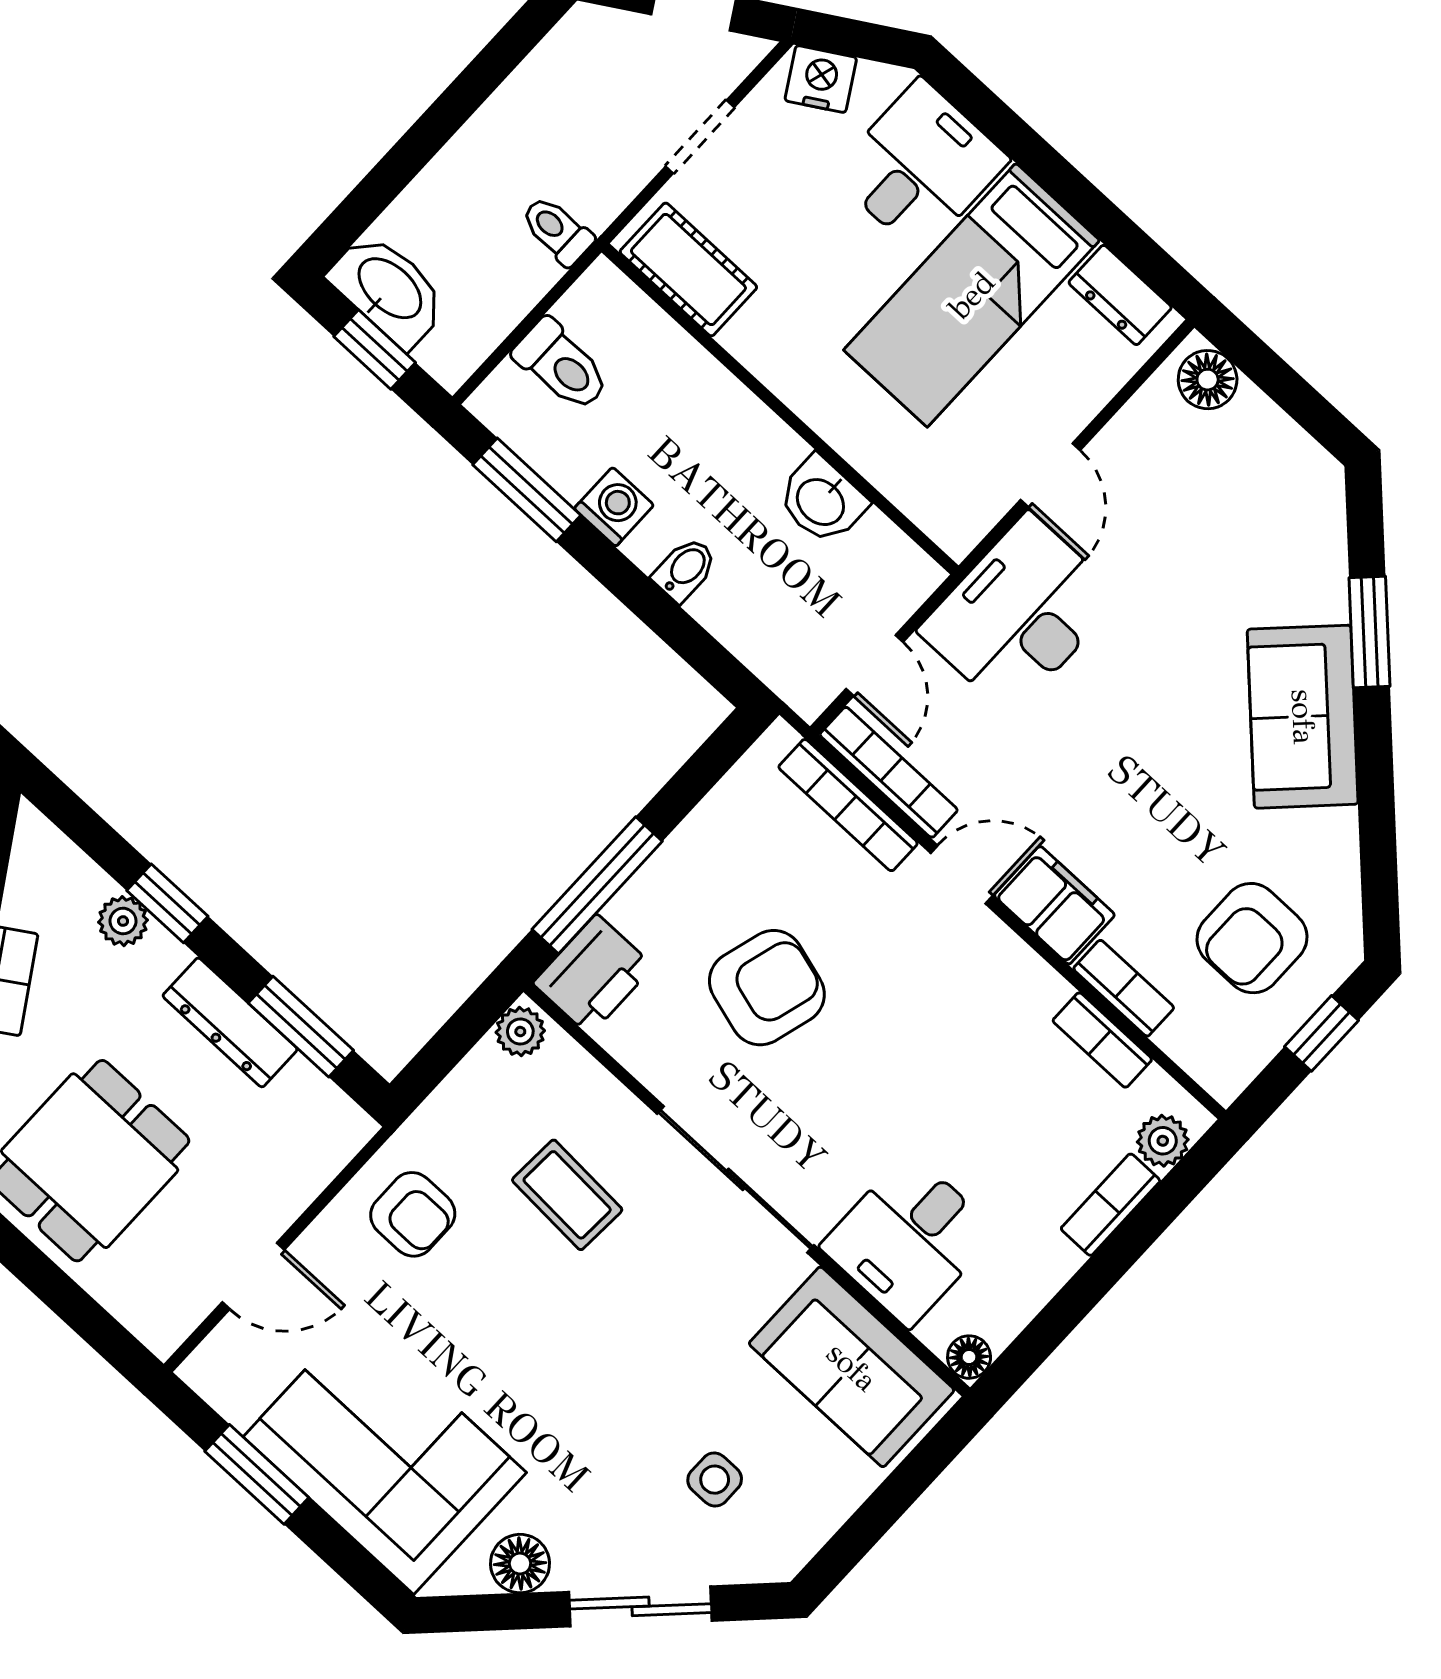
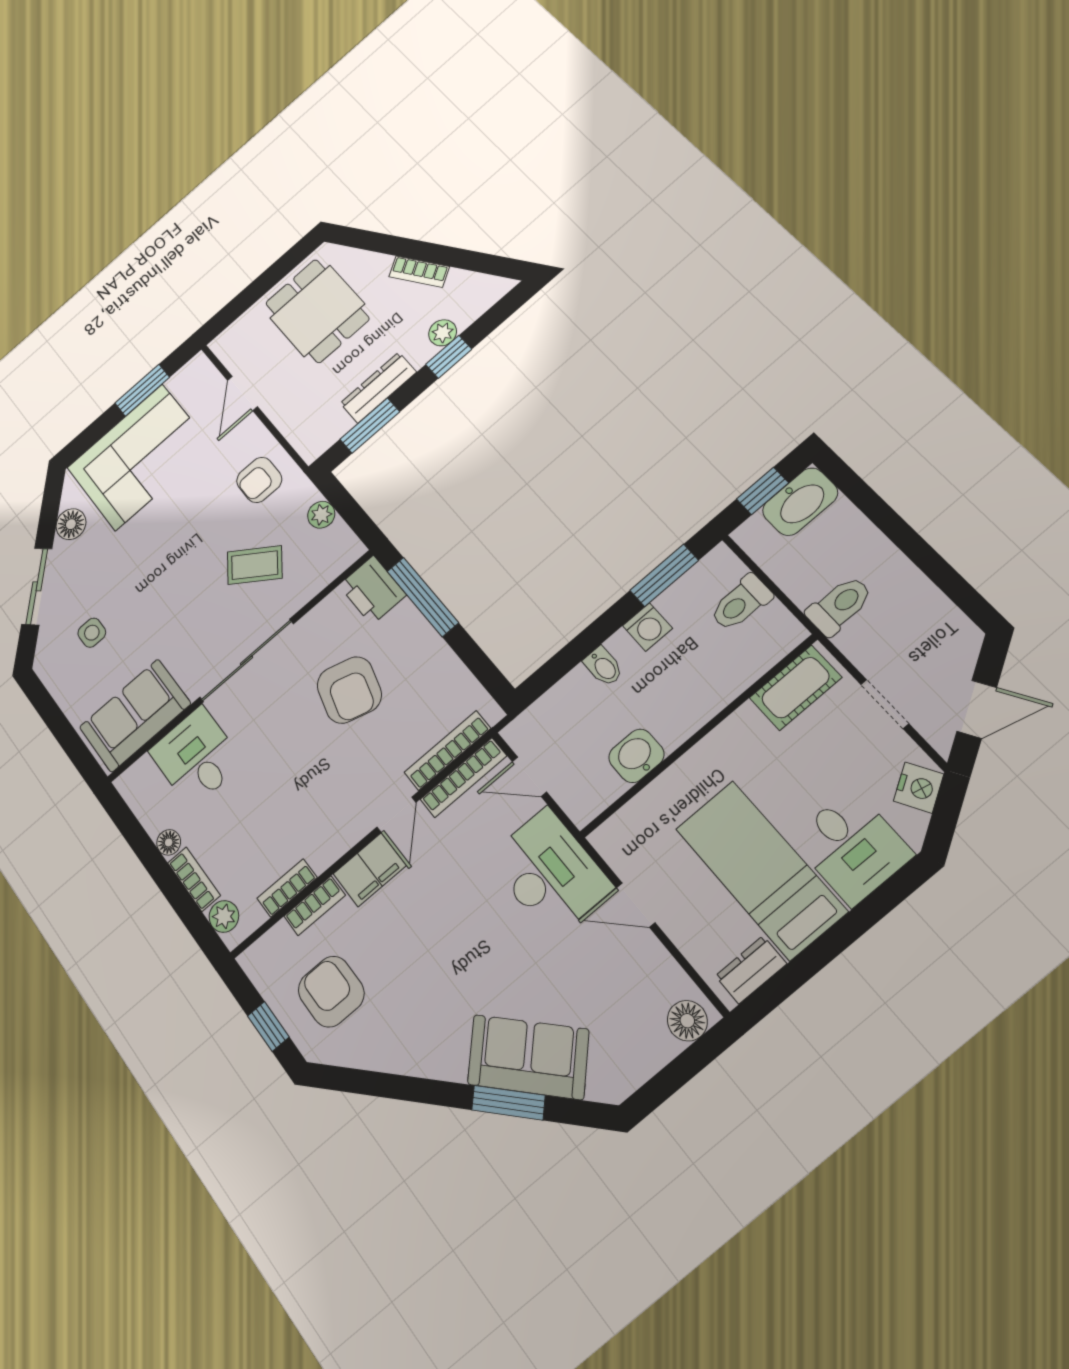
toilet: (557, 230) -> (840, 605), width x1.37, depth x1.39
sofa: (1303, 717) -> (528, 1057), moved
plant: (520, 1032) -> (321, 515), moved
coffee table: (567, 1195) -> (255, 565), turned 33
floor lamp: (969, 1357) -> (169, 842), moved

